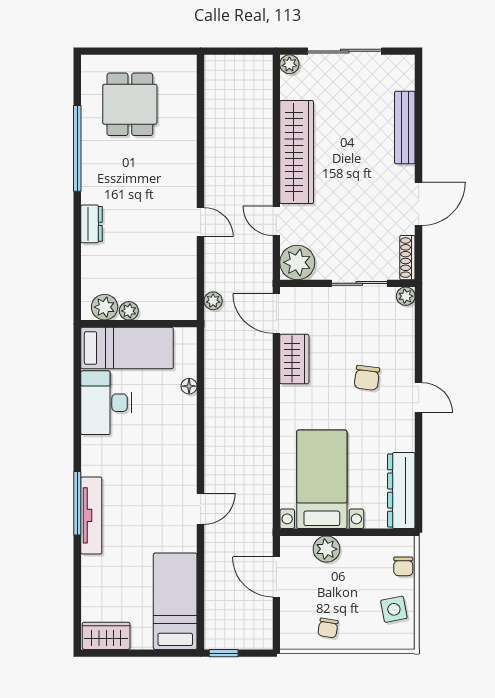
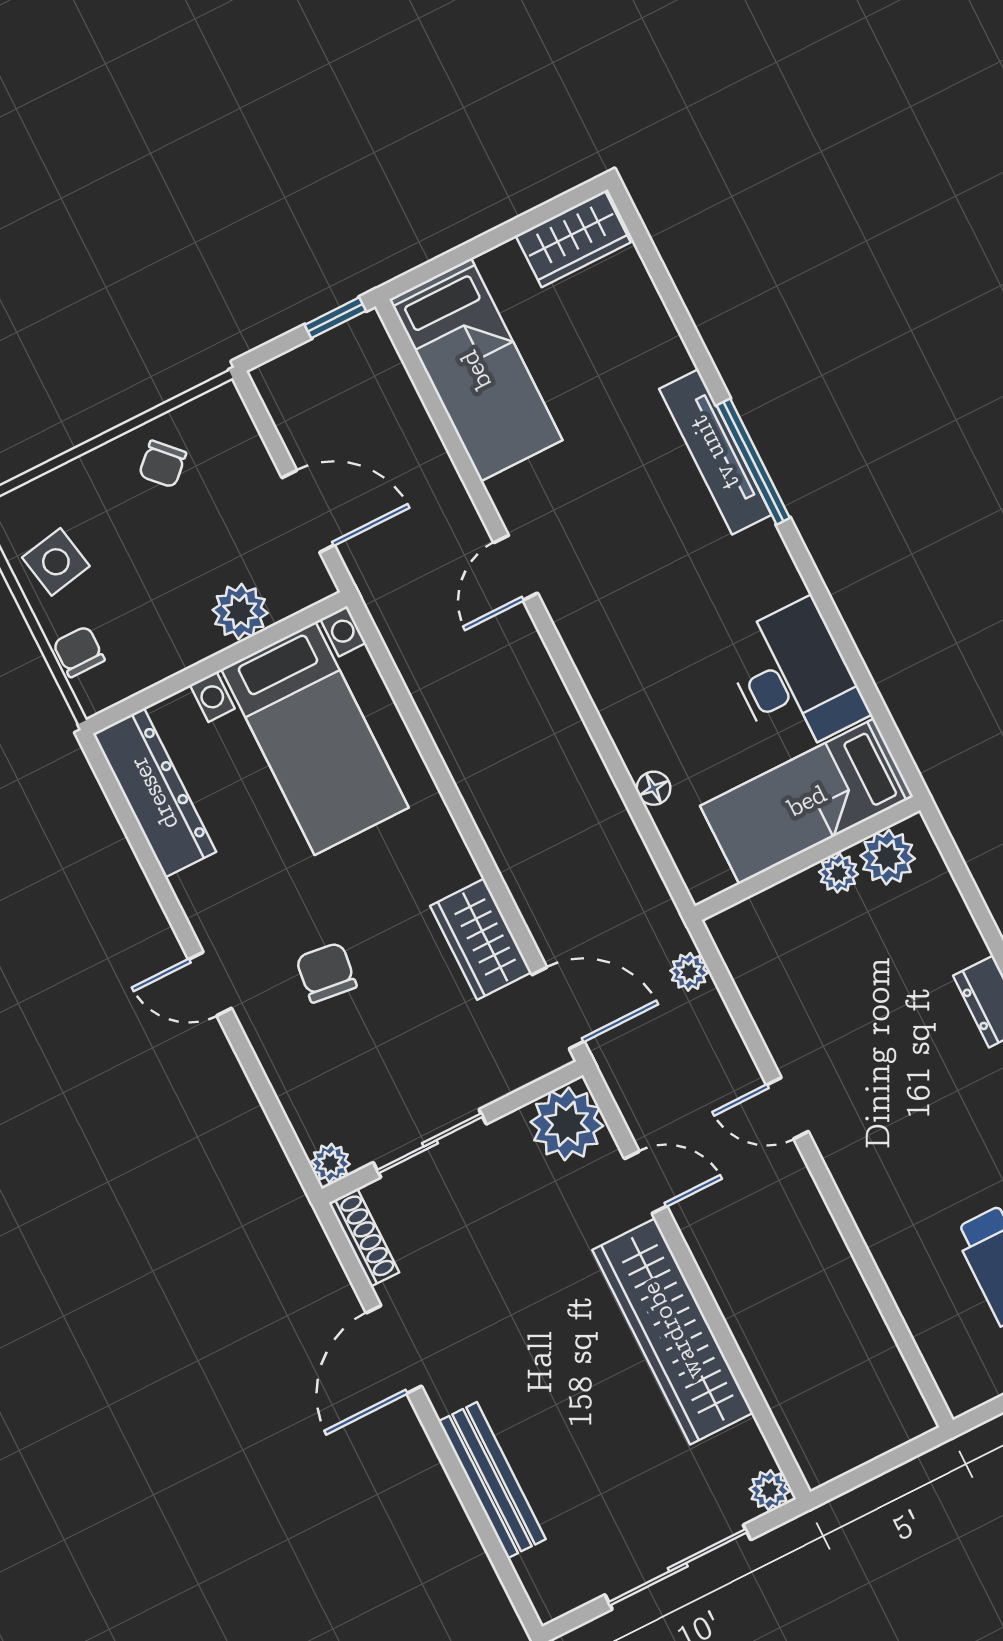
chair: (328, 628) -> (163, 464), turned -143

